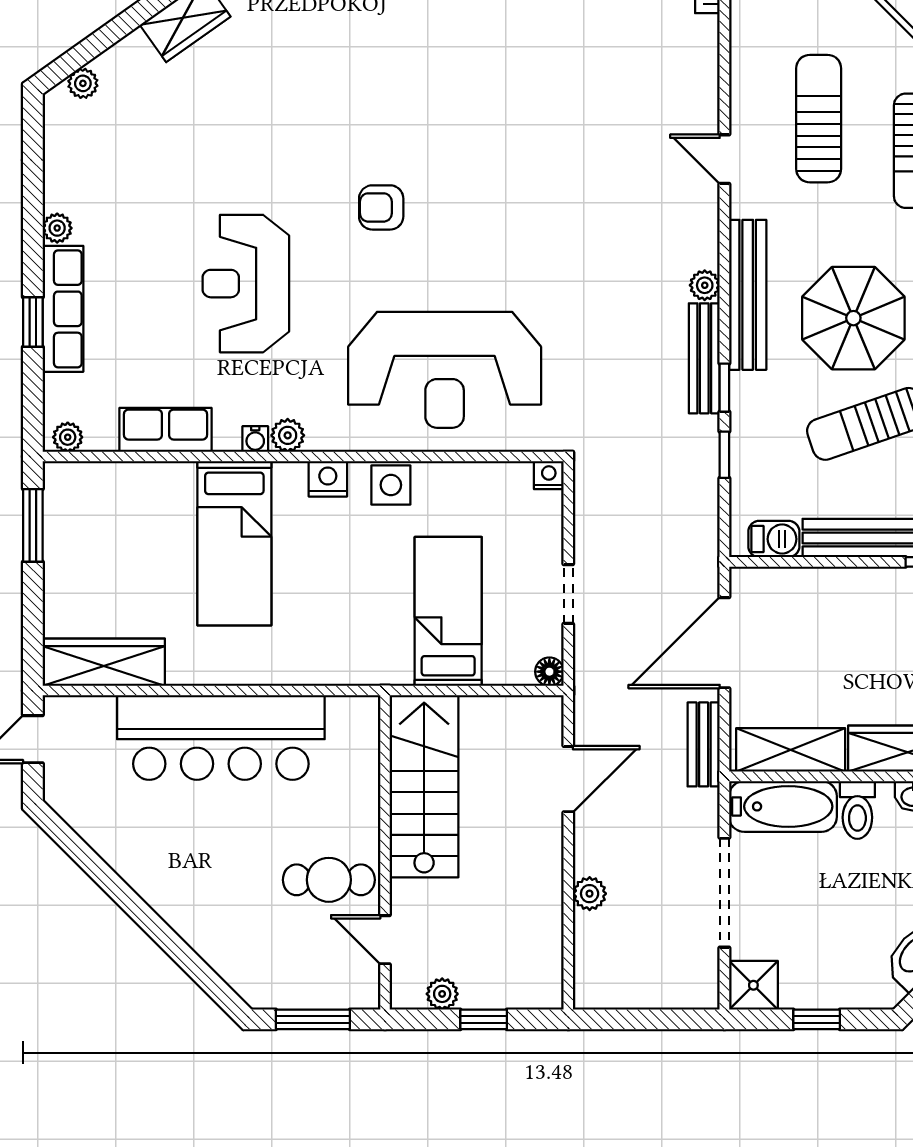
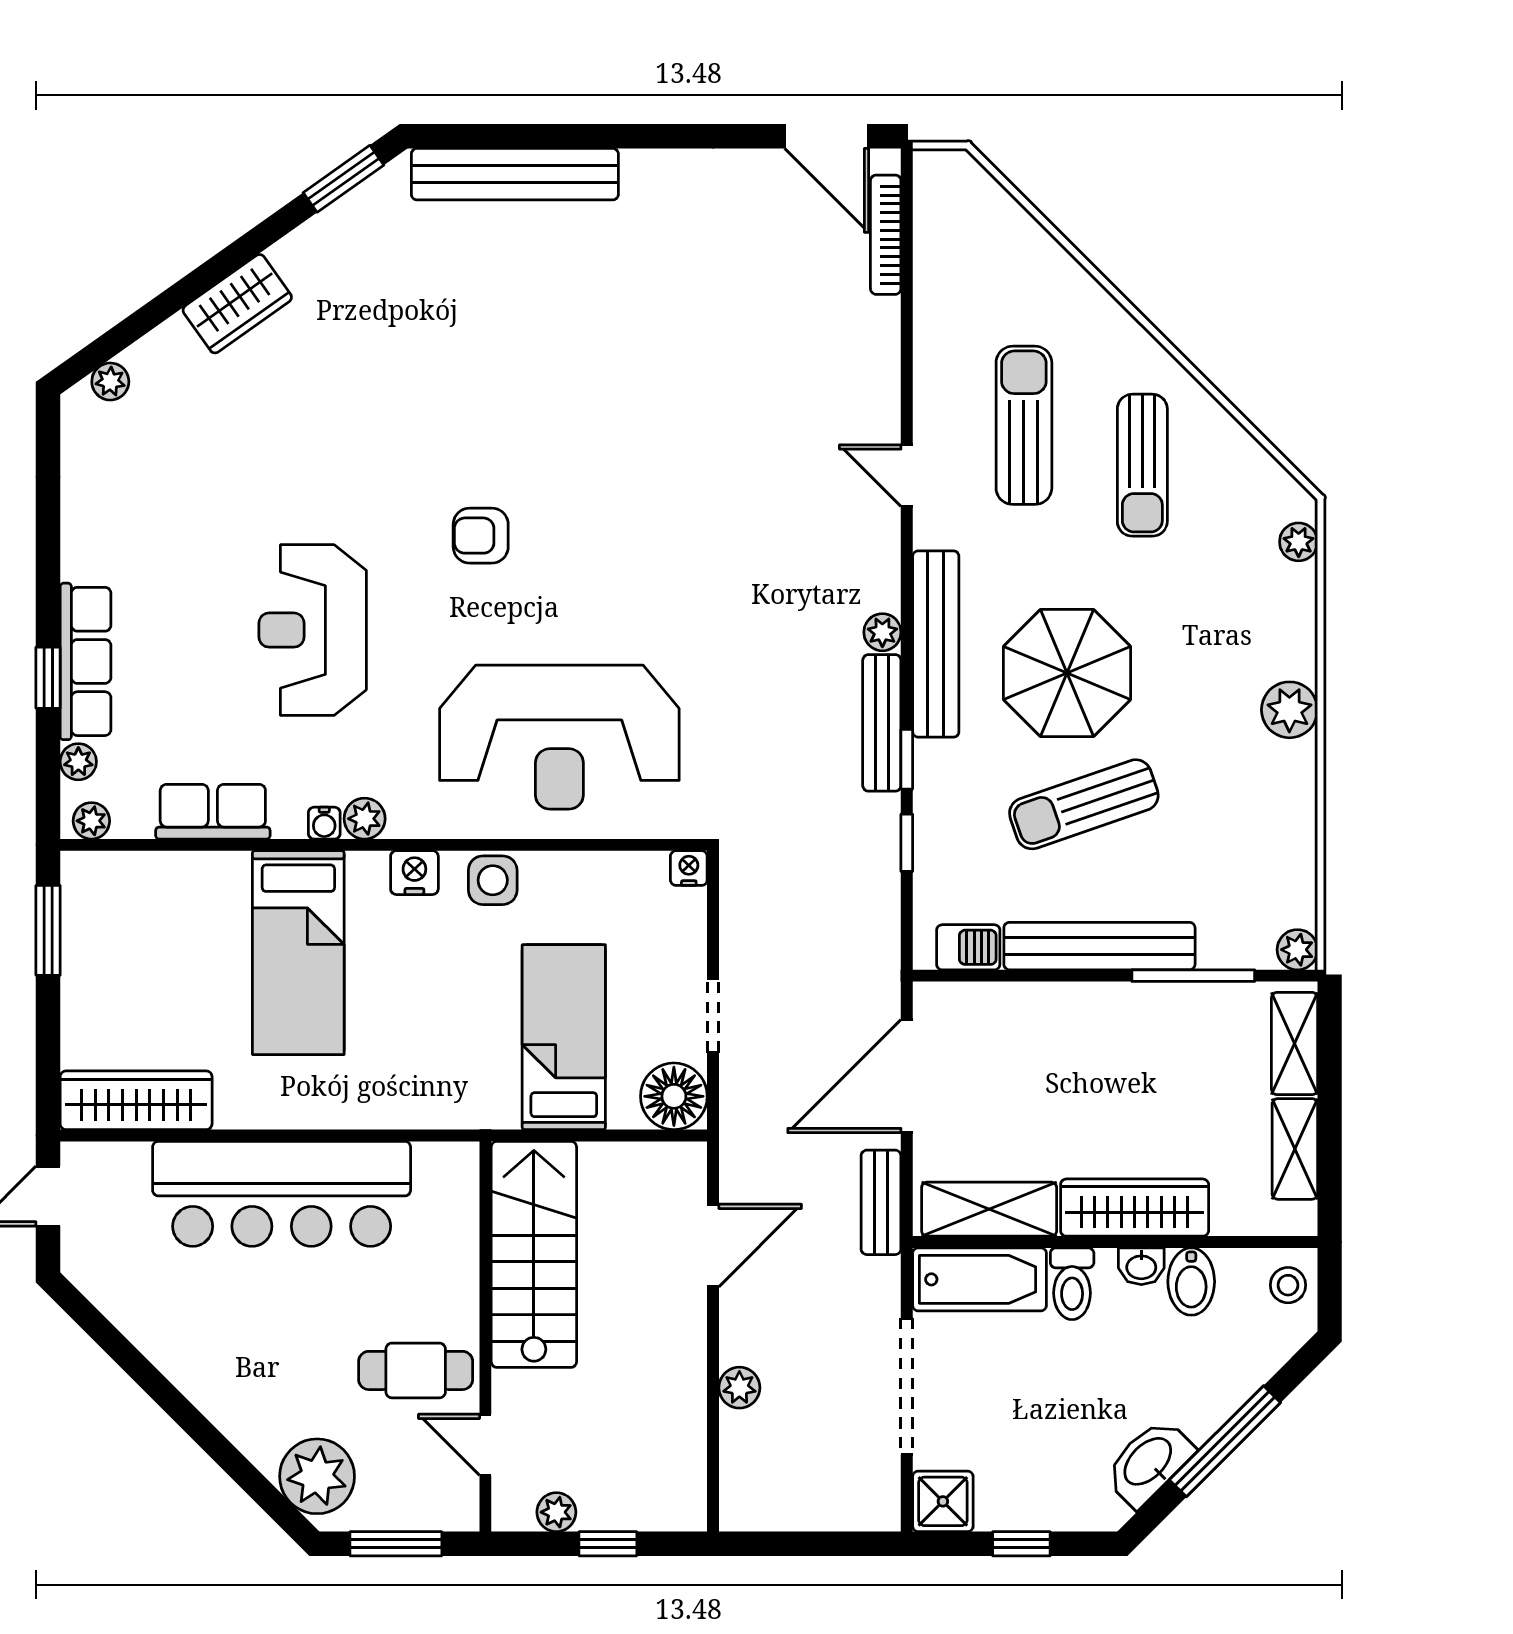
plant: (57, 228) -> (78, 762), moved
floor lamp: (549, 672) -> (674, 1096), width x1.89, depth x1.89
plant: (249, 965) -> (317, 1476), added

